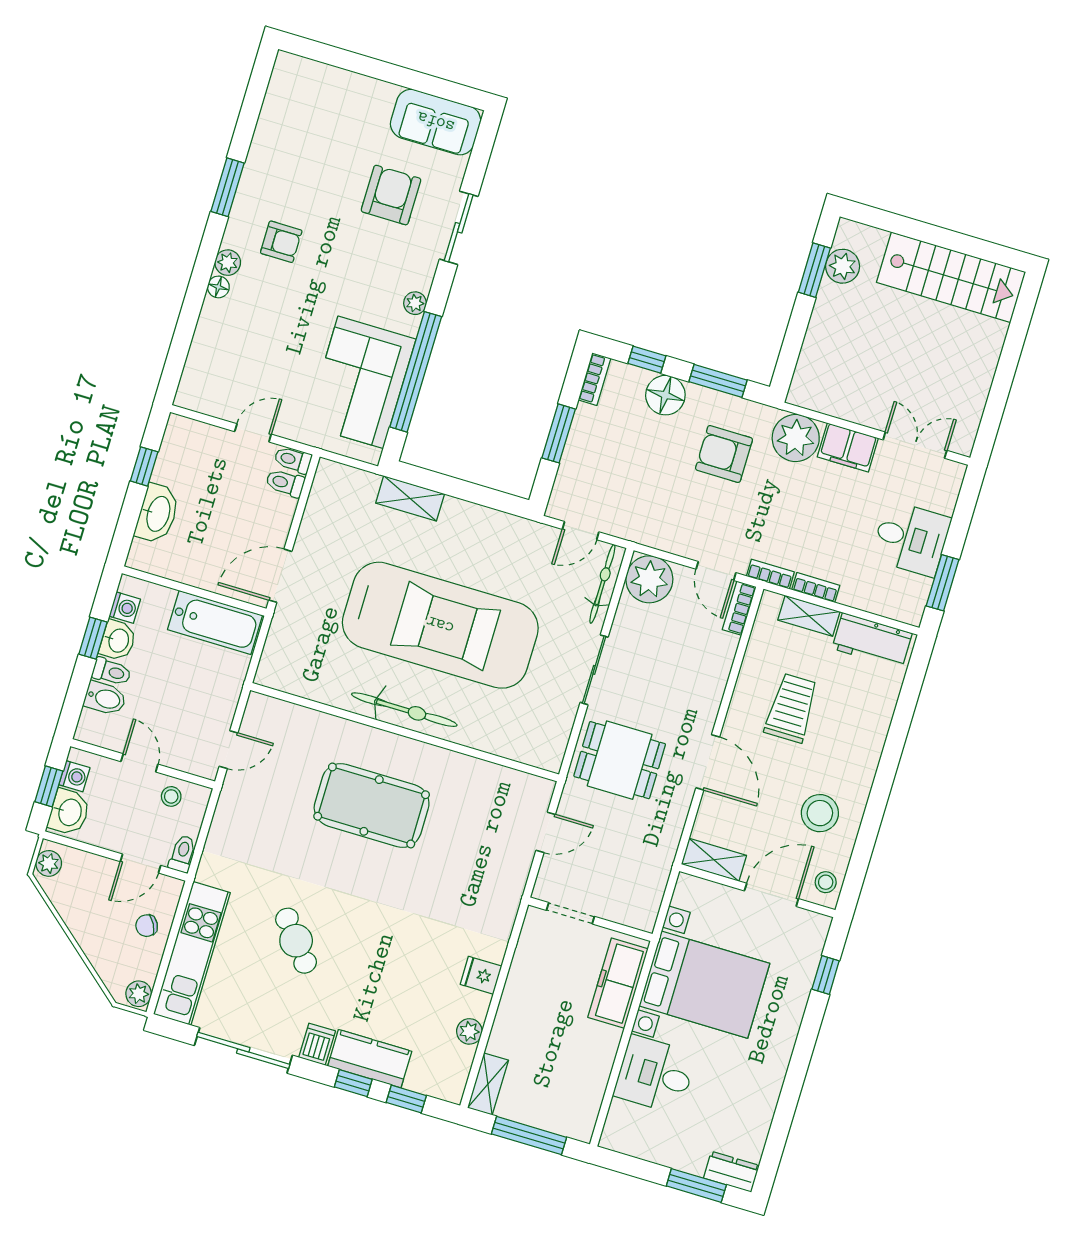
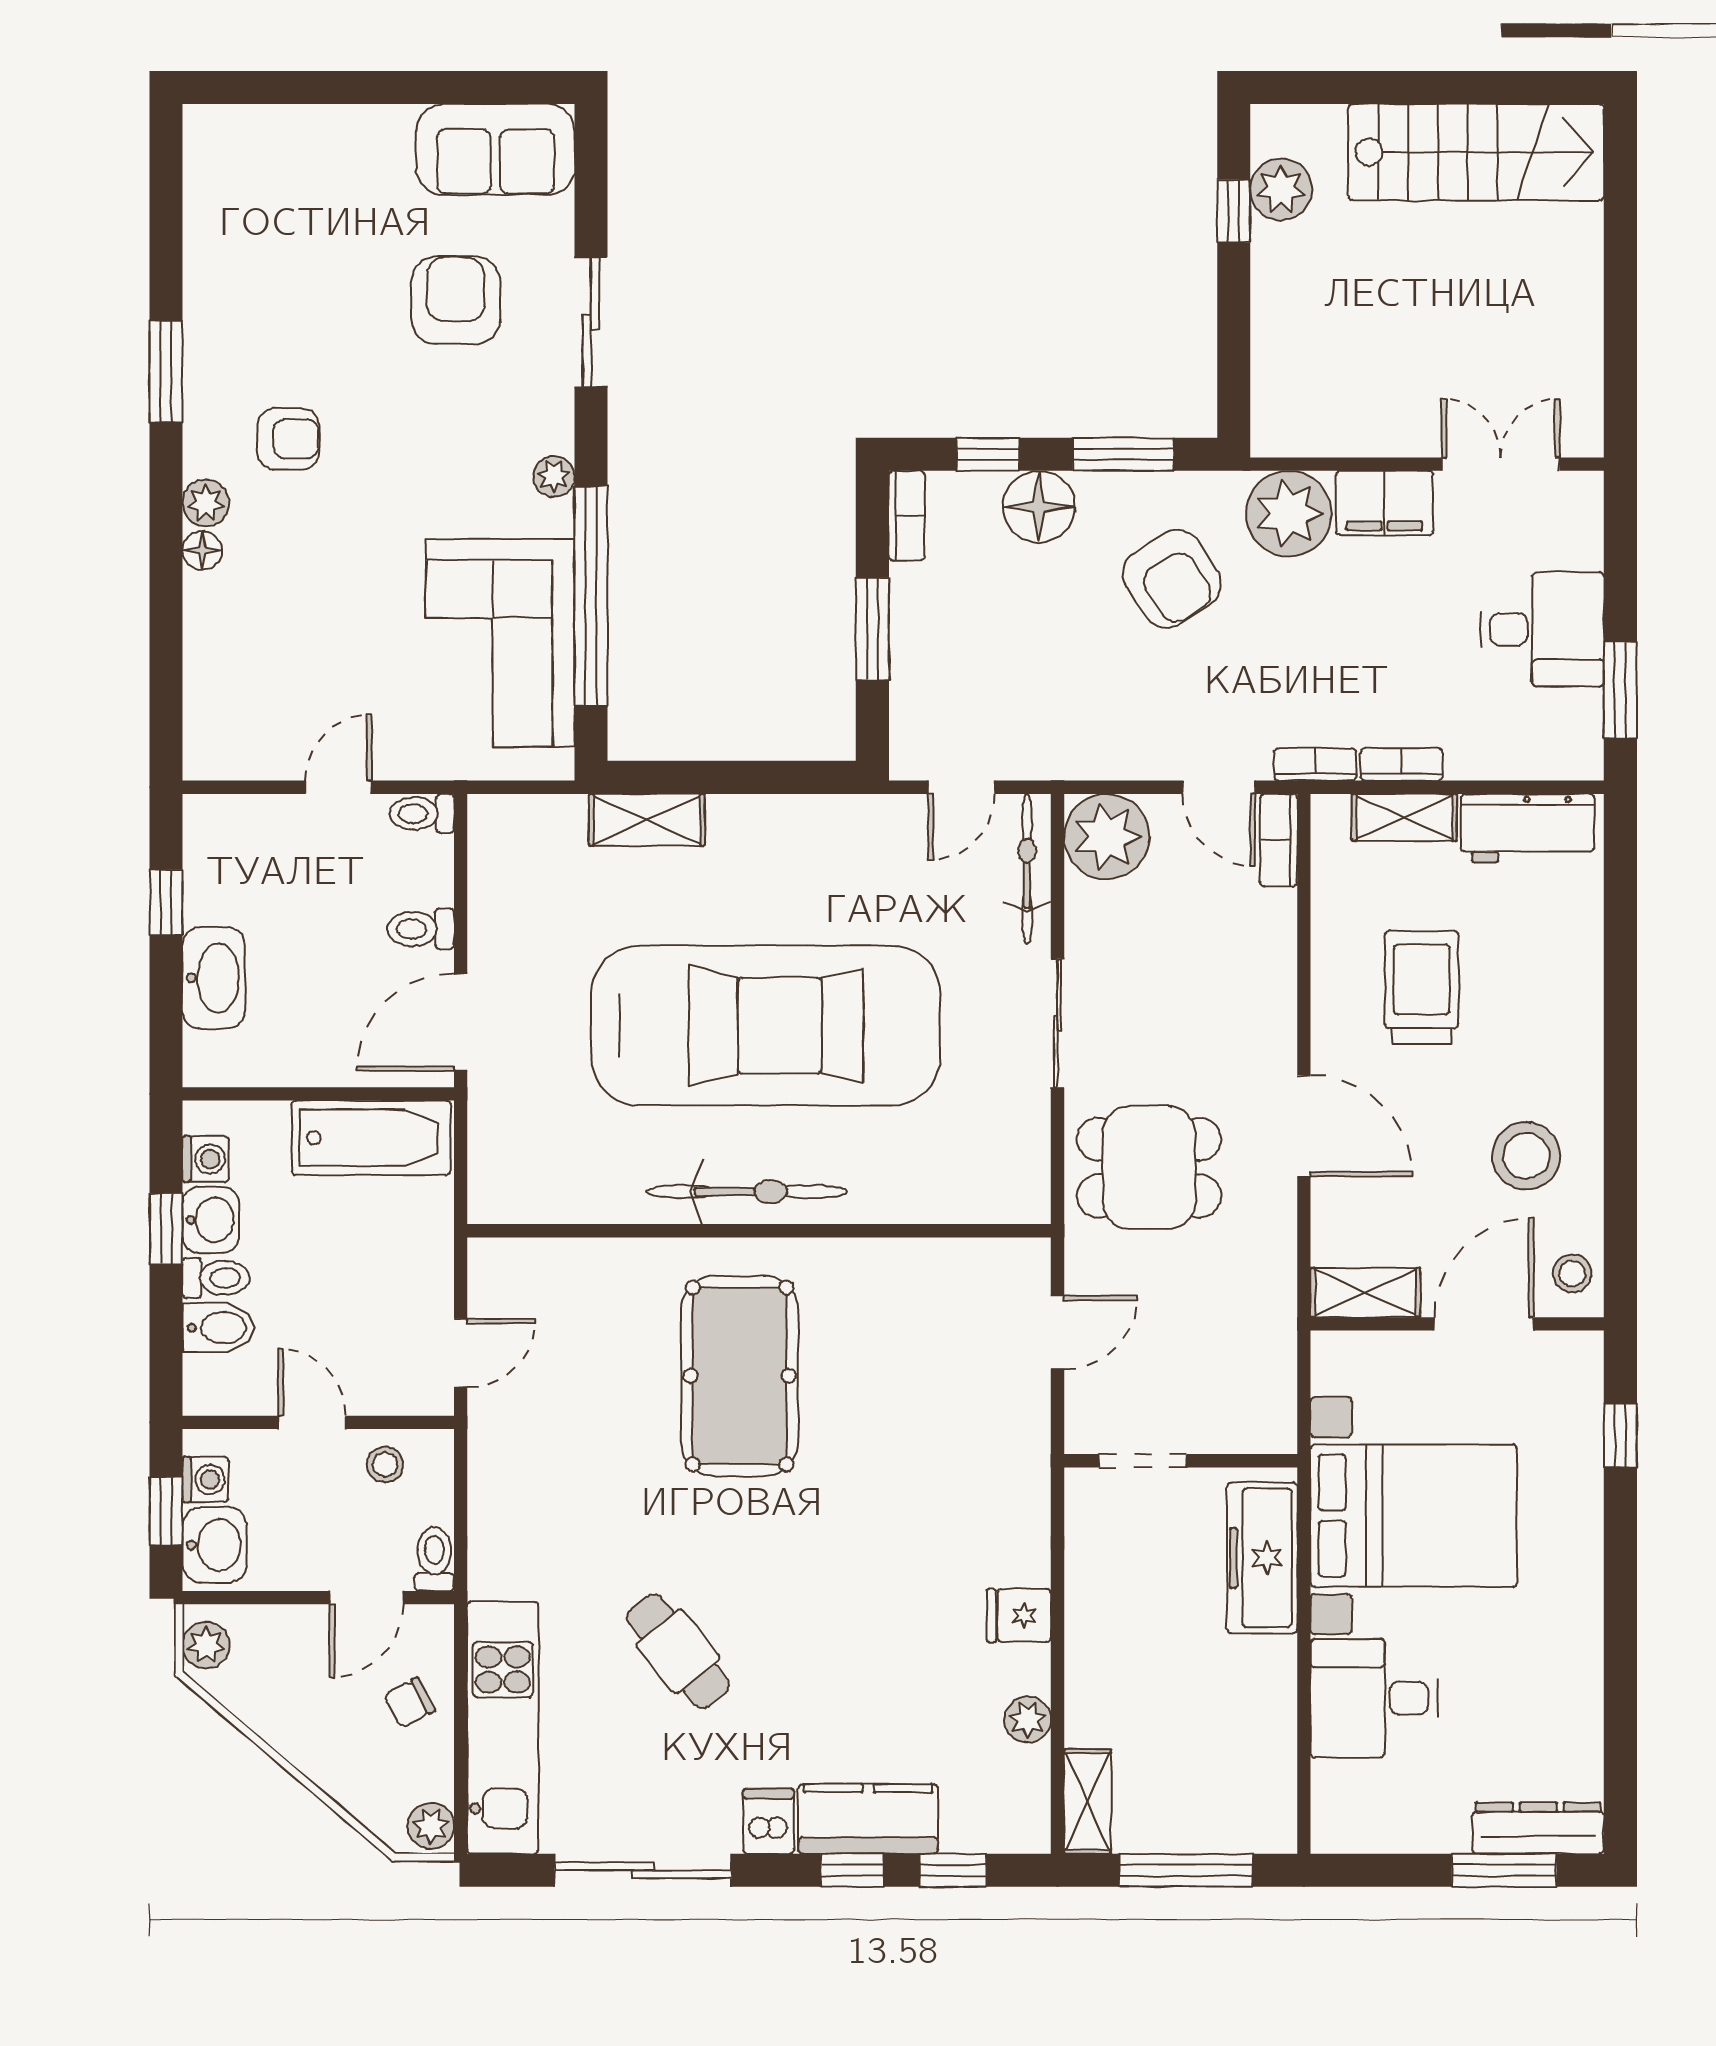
window: (814, 270) -> (1234, 211), width x0.67
armchair: (724, 454) -> (1172, 579), turned -123
toilet: (285, 483) -> (421, 929), moved
pool table: (372, 805) -> (740, 1376), turned 90
dresser: (731, 1172) -> (1538, 1828), width x1.44

